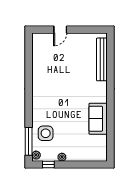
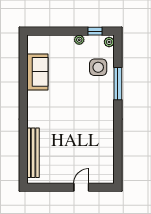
sofa: (98, 119) -> (37, 72), moved
window: (29, 141) -> (118, 84), moved

